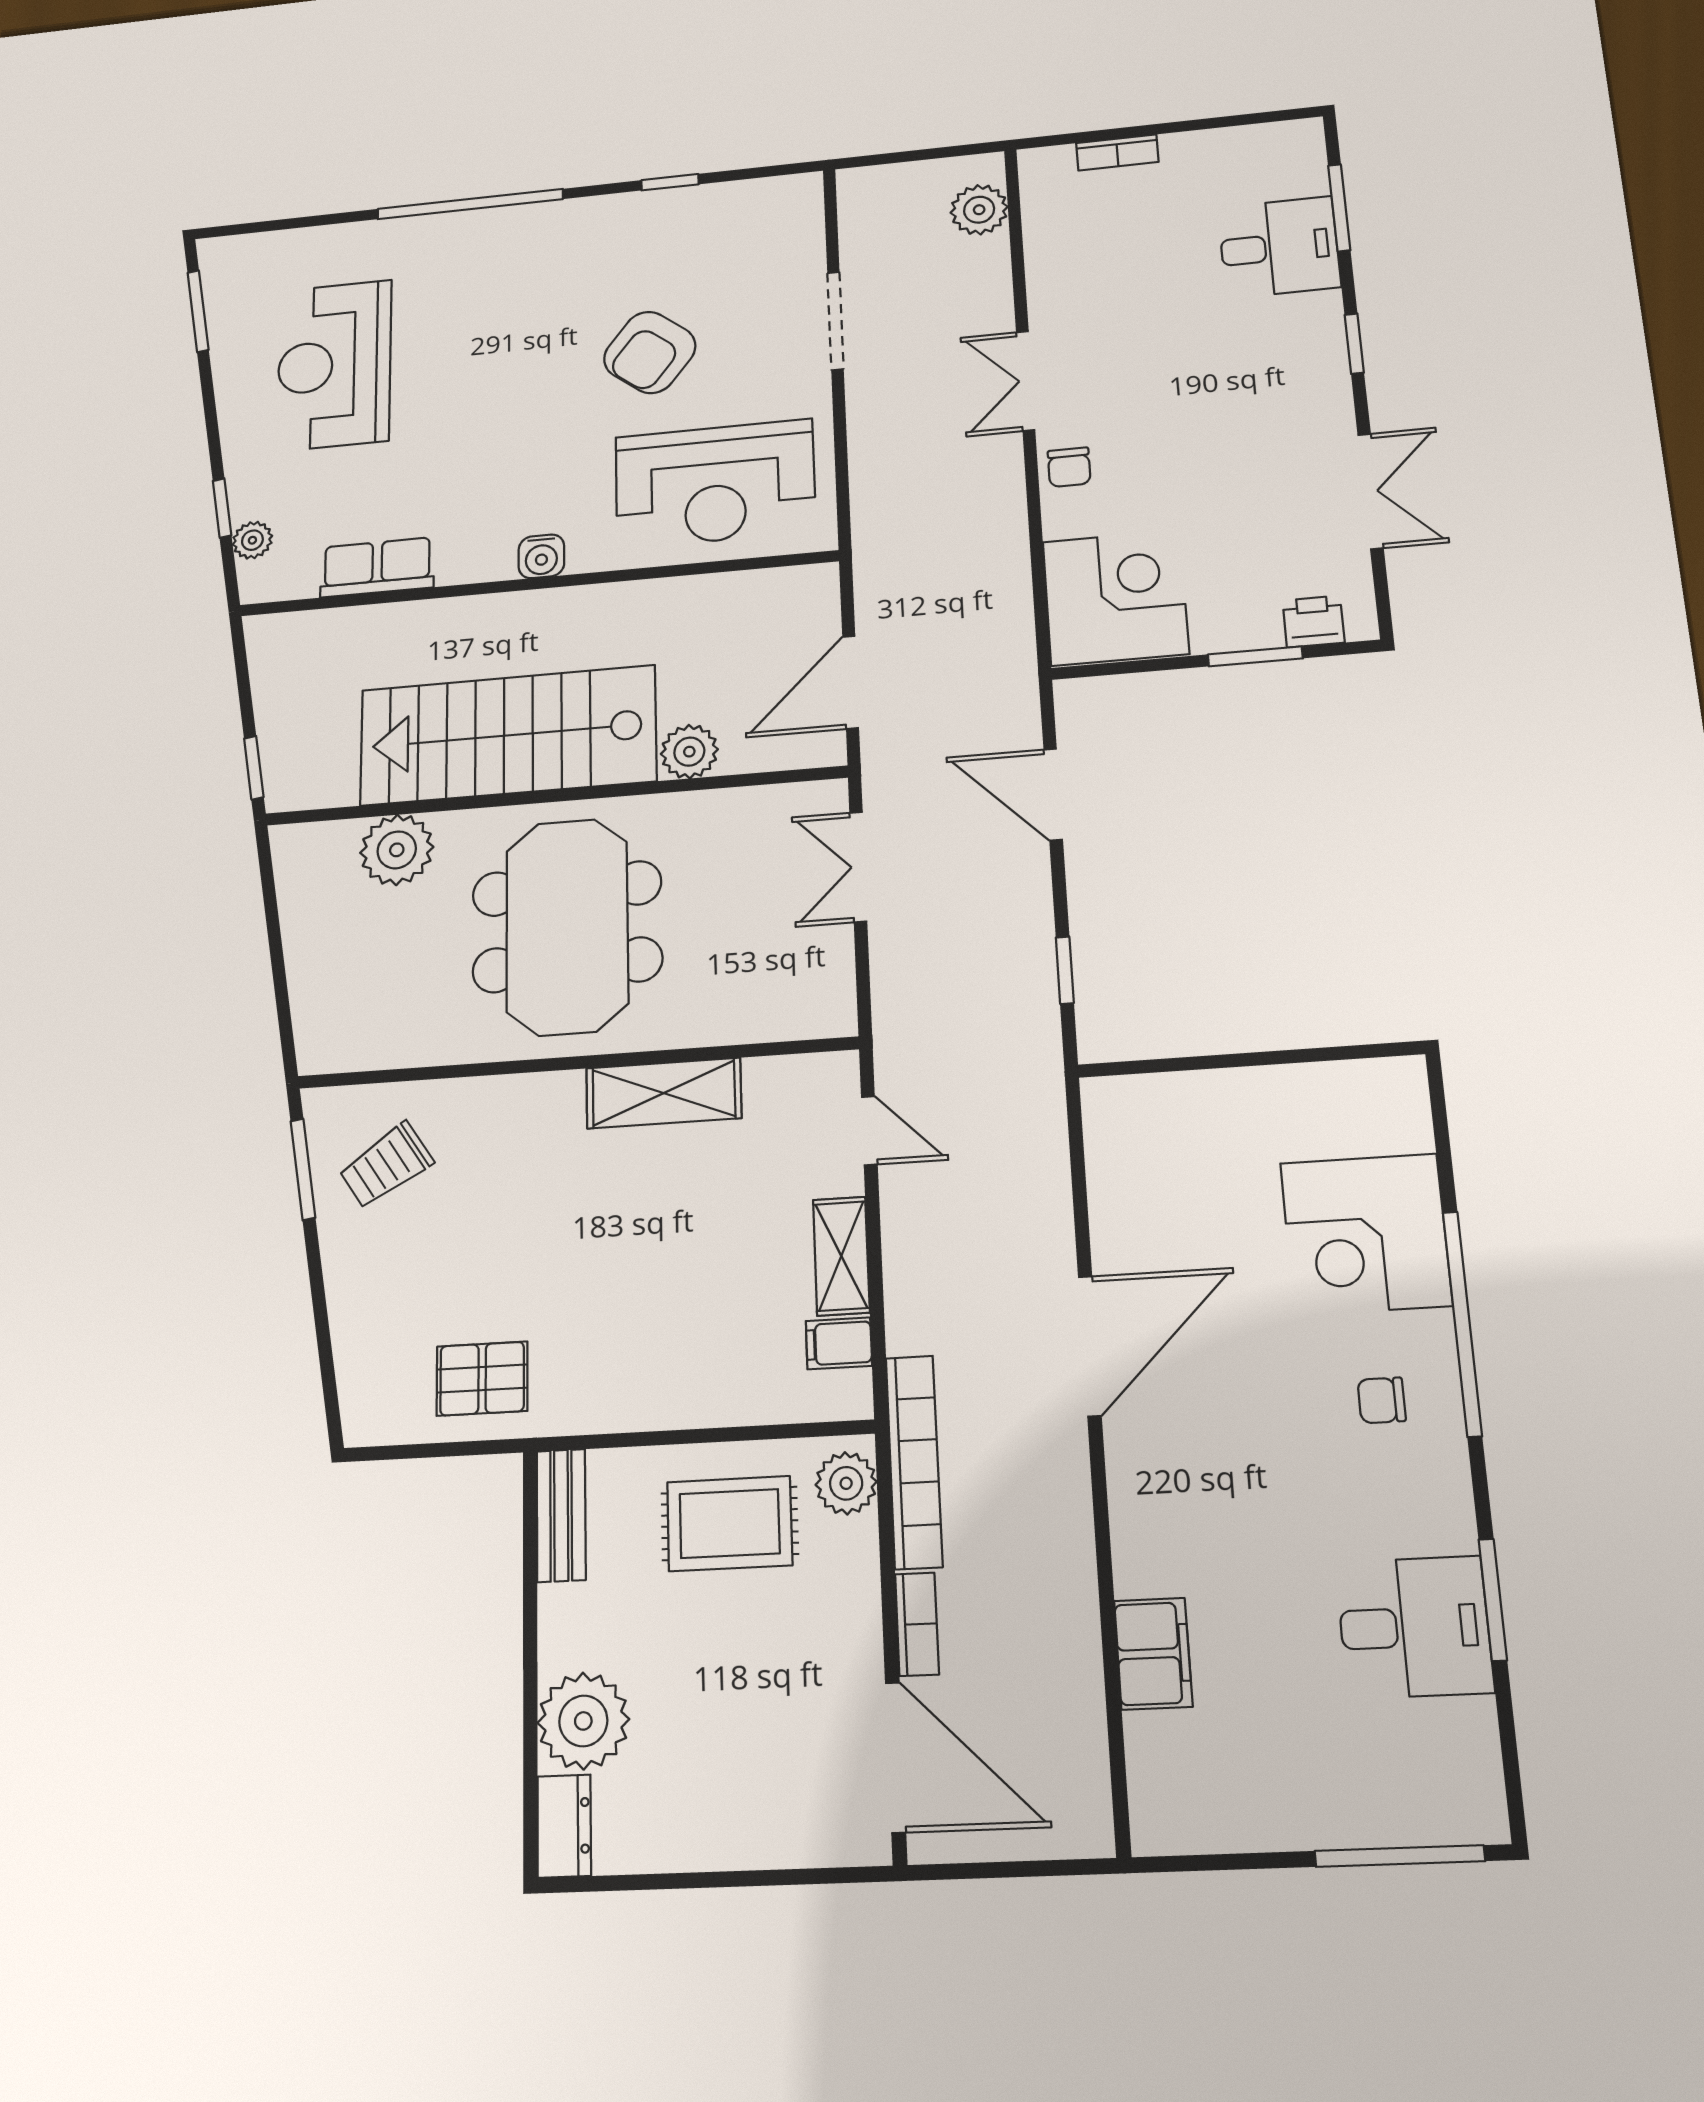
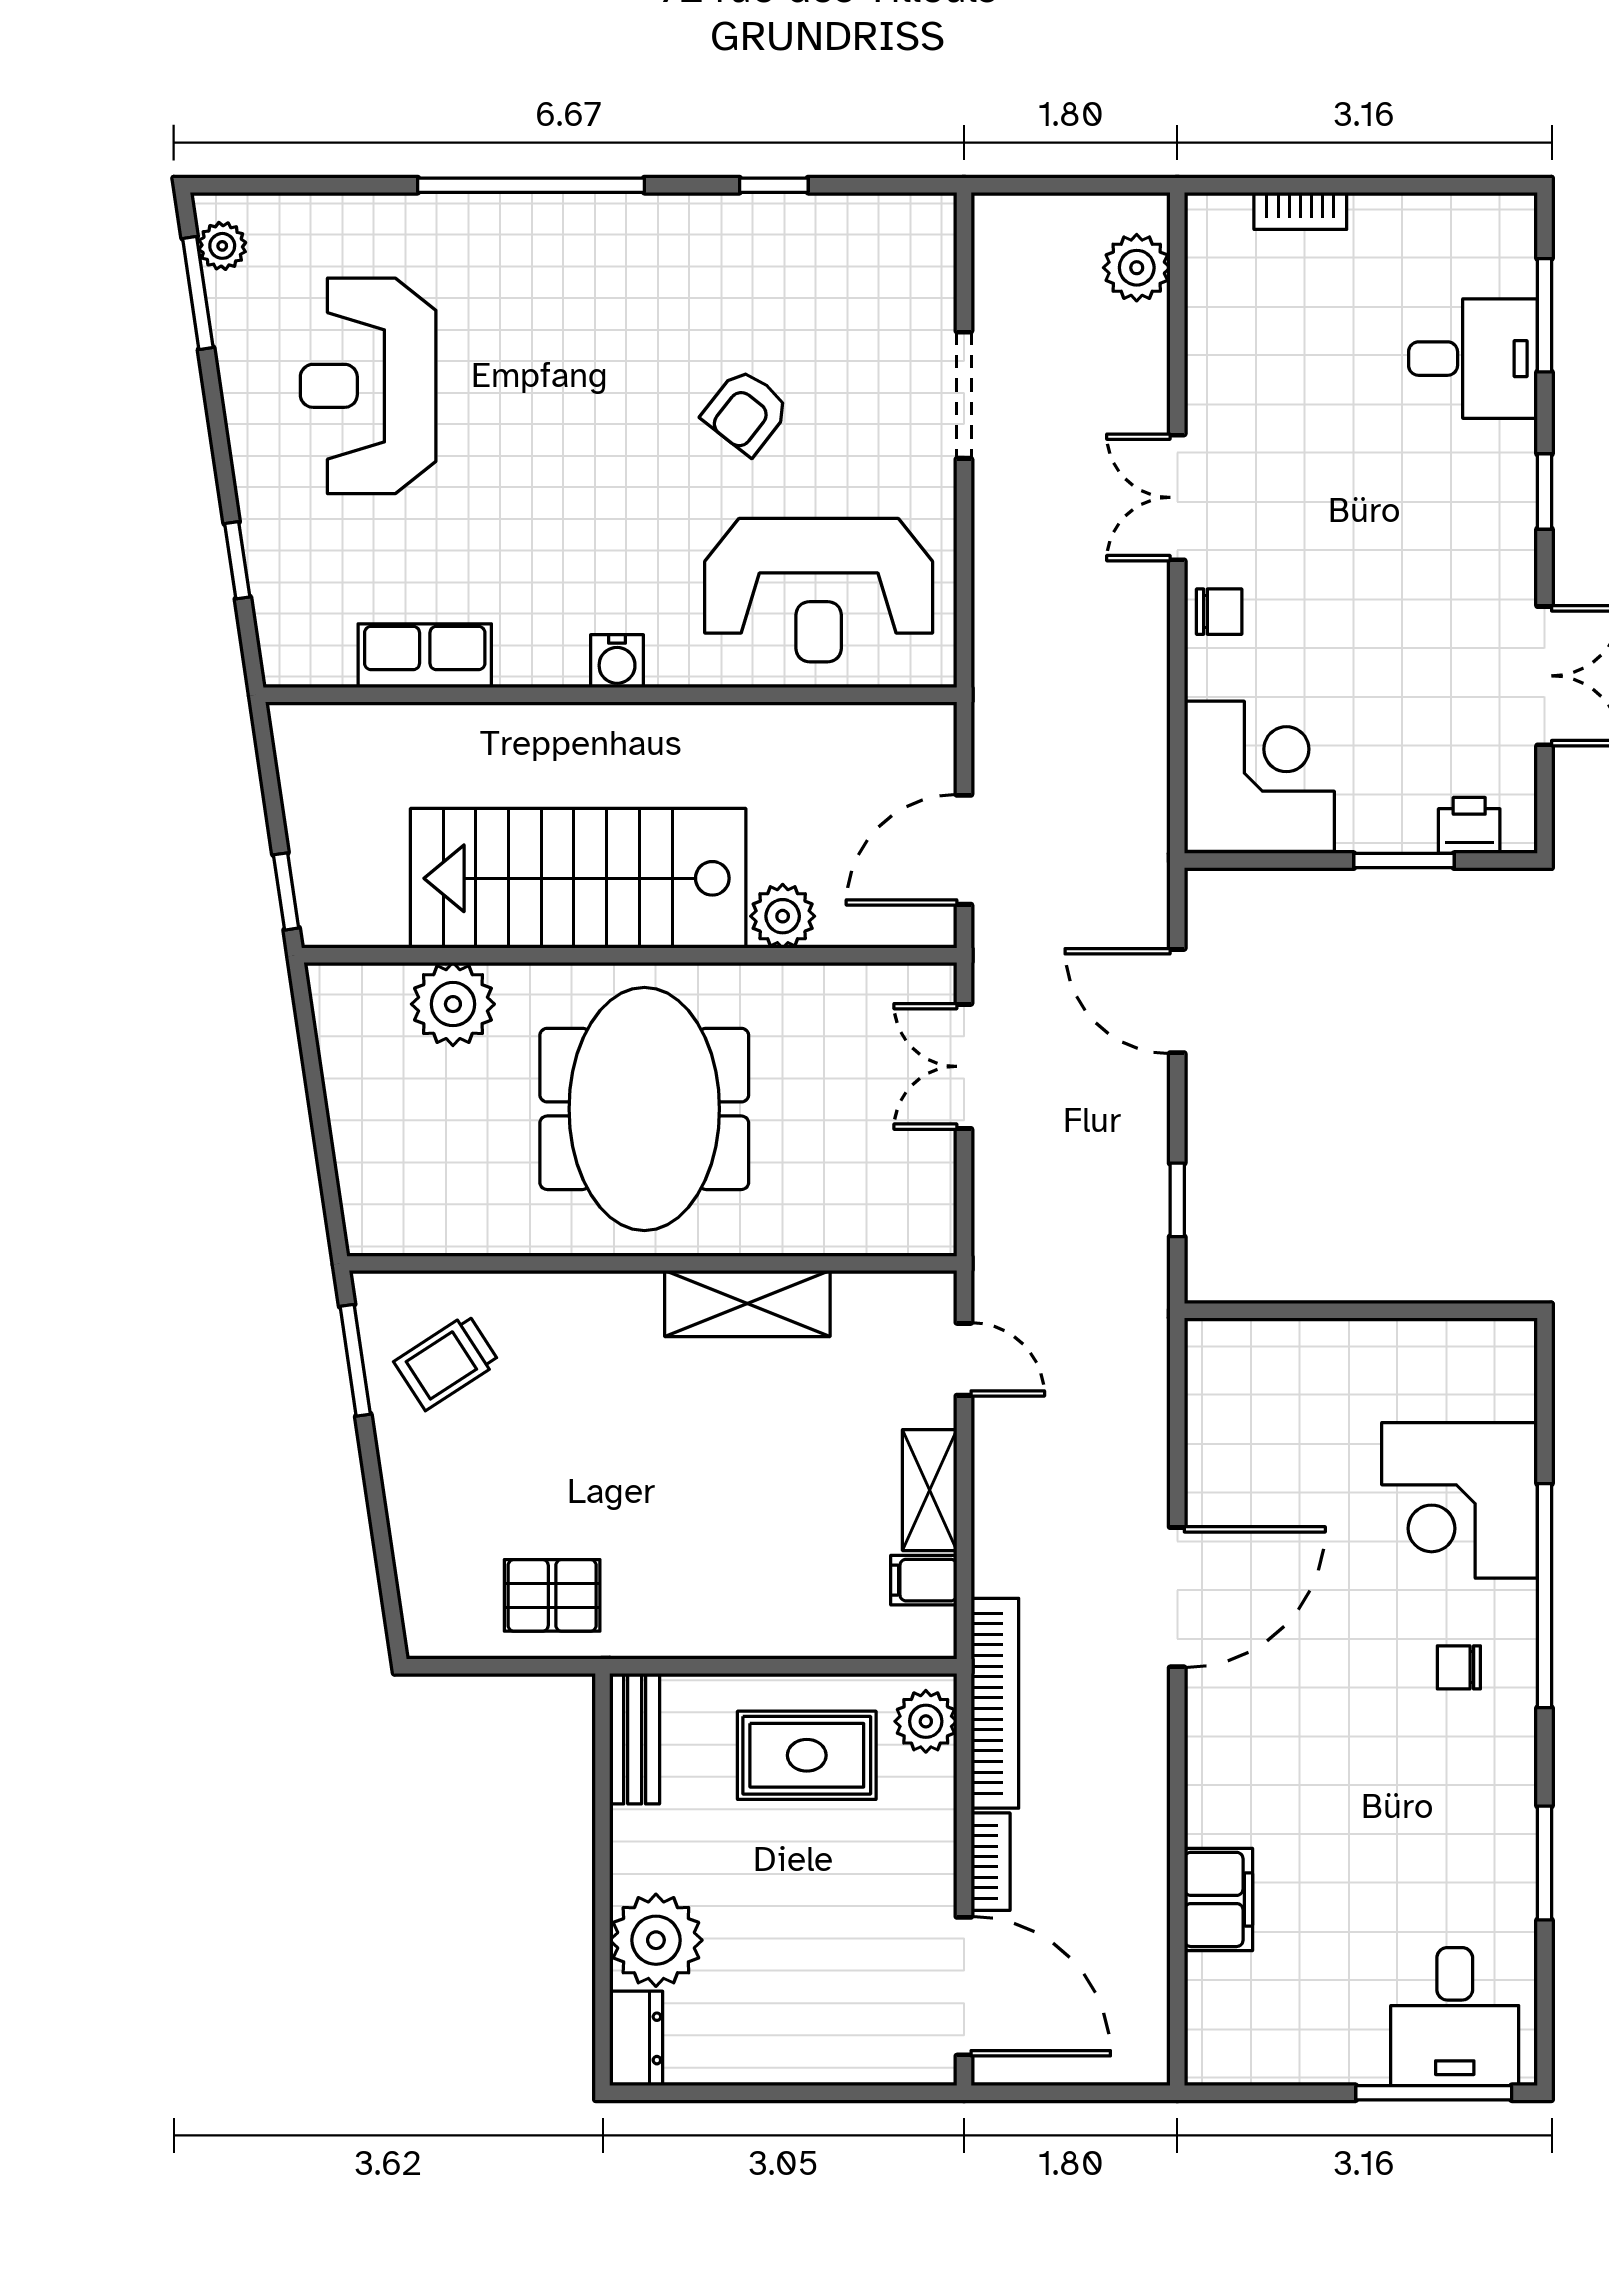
armchair: (650, 352) -> (746, 412), width x0.72, depth x0.72
chair: (1069, 467) -> (1219, 612), turned -90
plant: (252, 540) -> (222, 246), moved
desk: (1414, 1627) -> (1455, 2017), moved, turned 90

